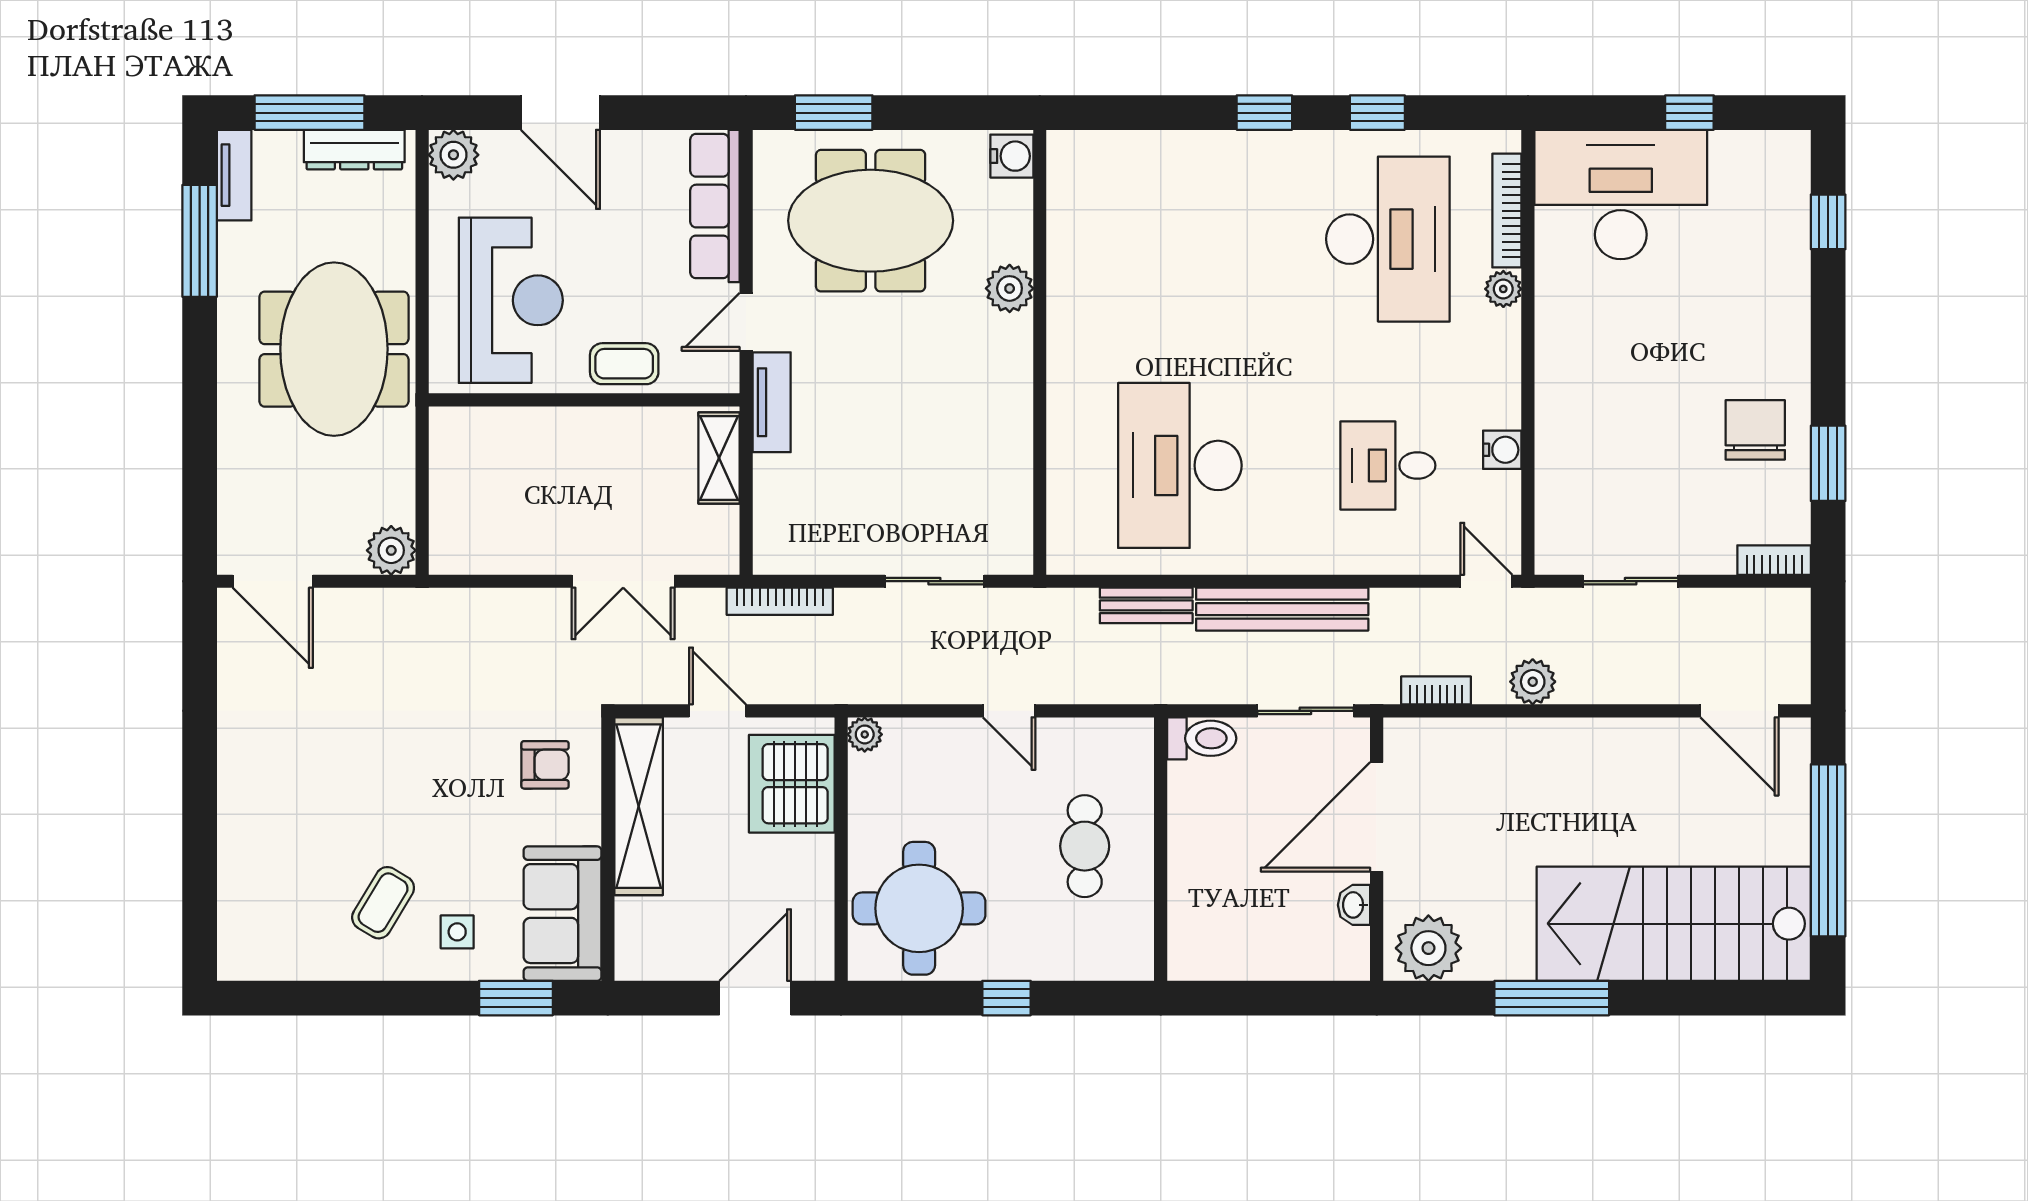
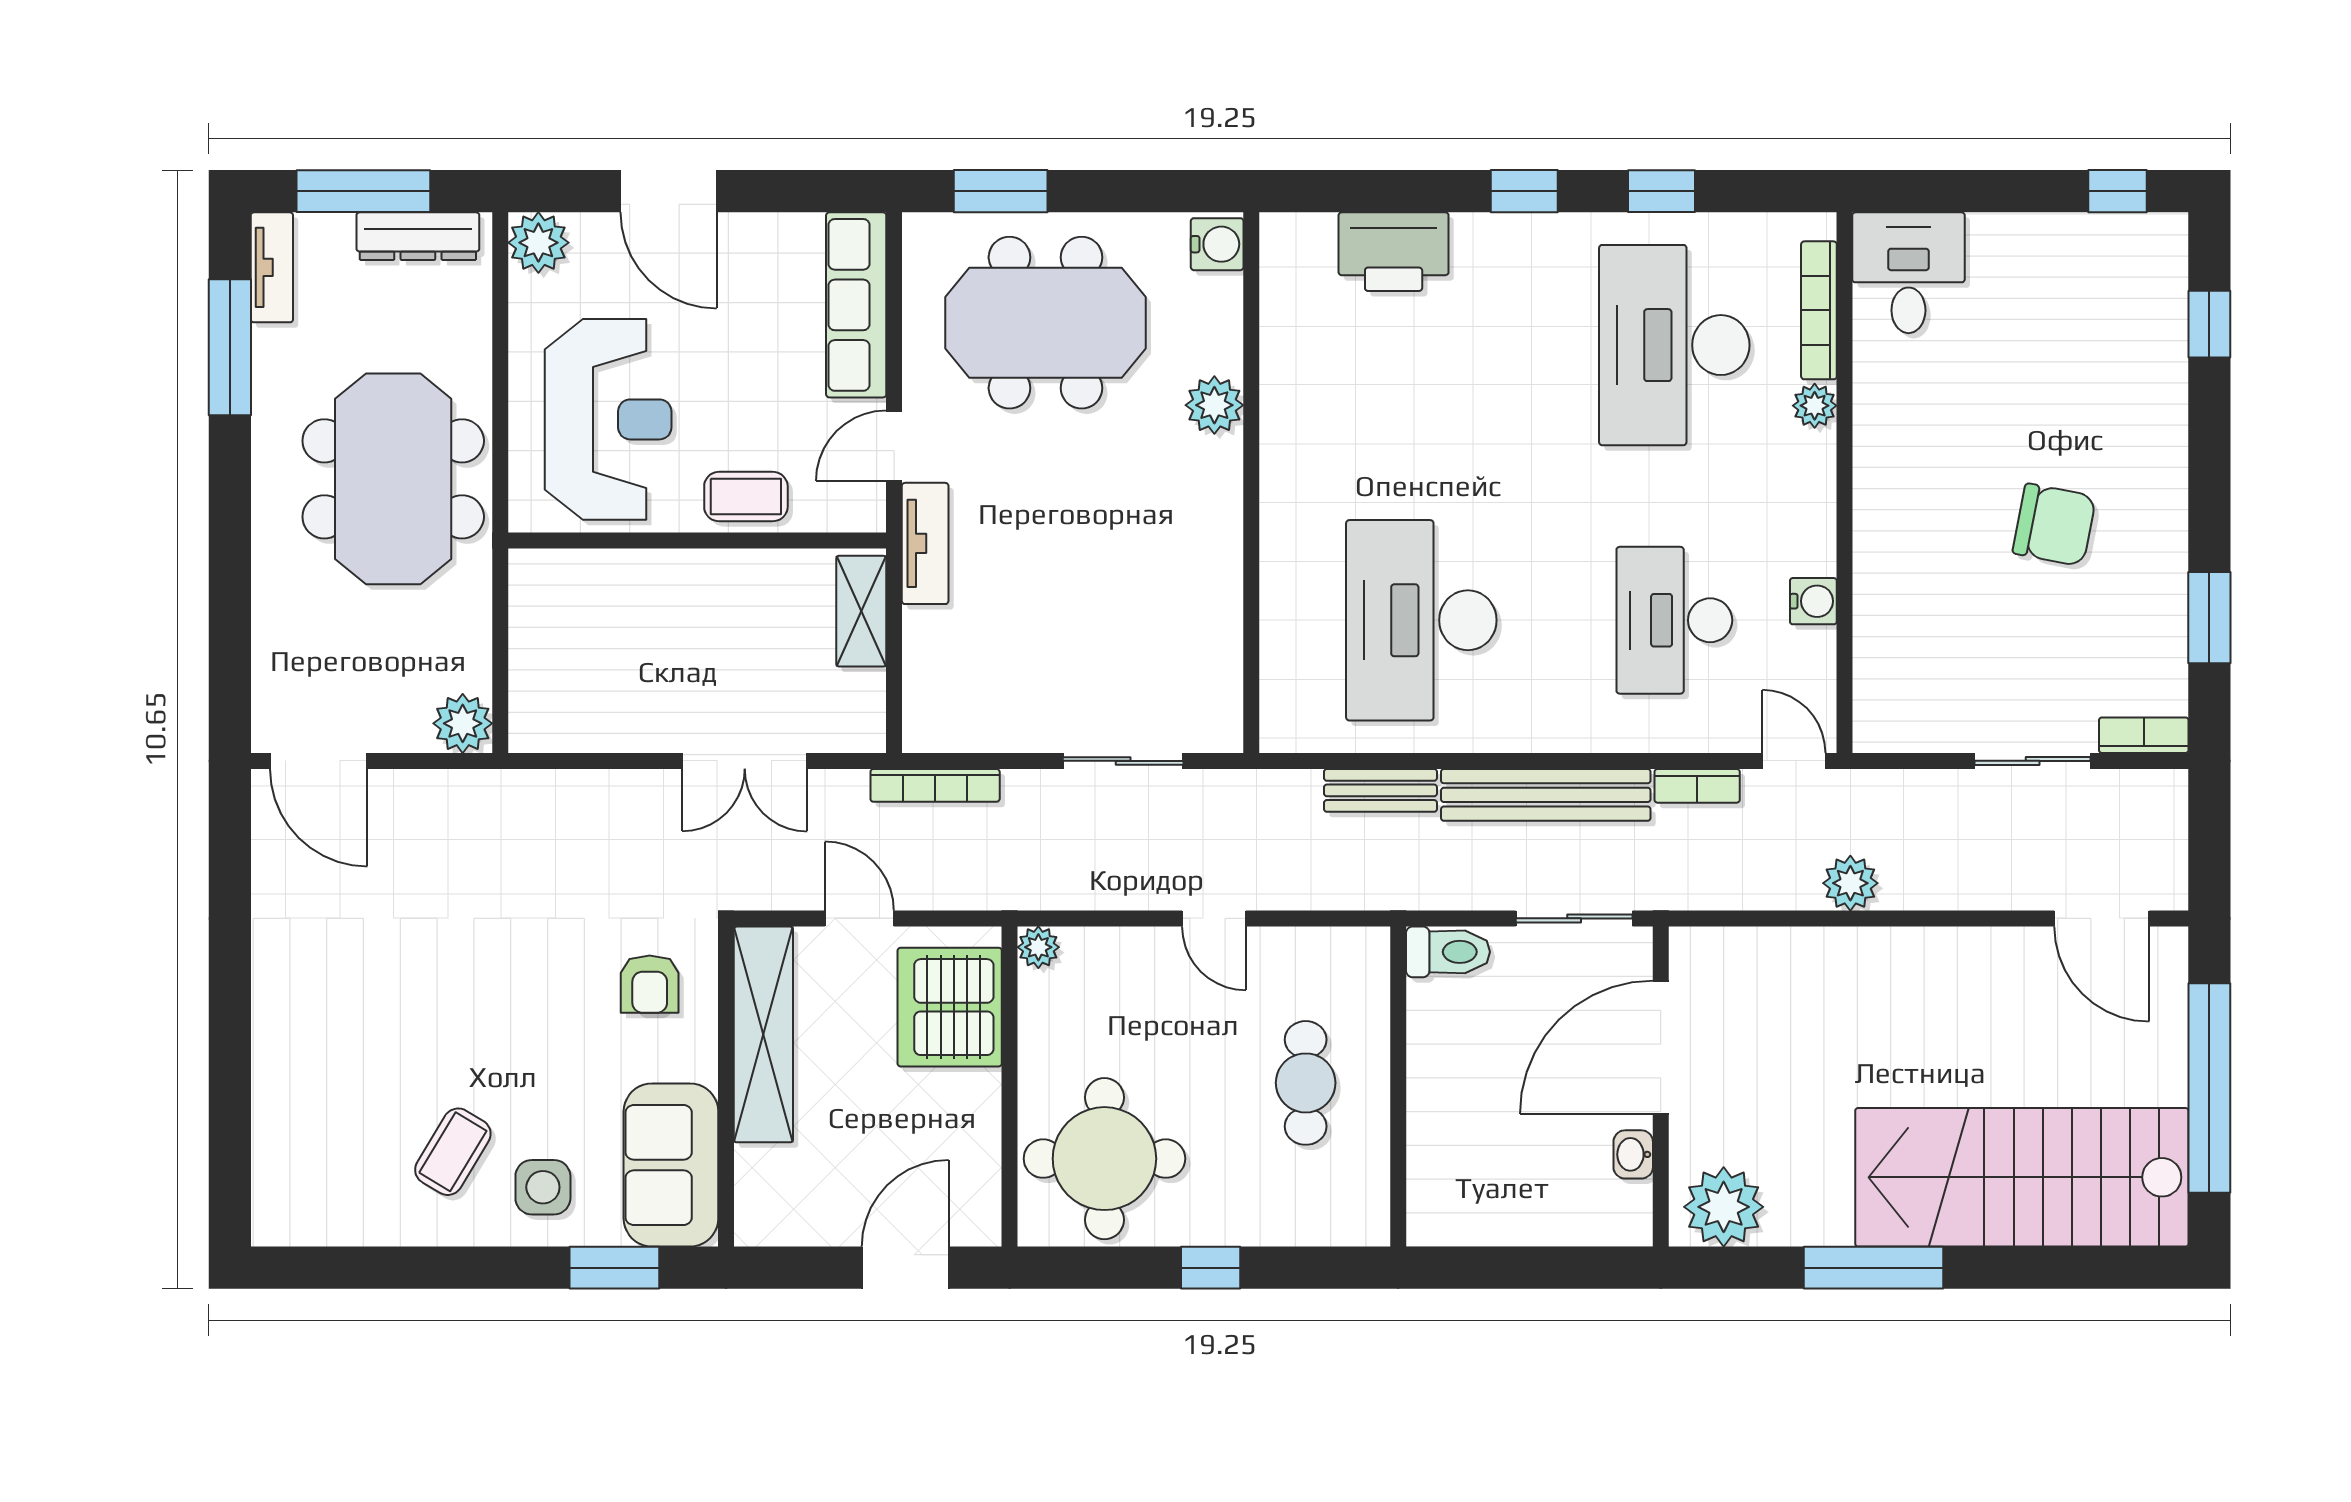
window: (1689, 113) -> (2118, 191), moved
printer: (1157, 162) -> (1394, 252), added
desk: (1621, 195) -> (1908, 273), width x0.53, depth x0.77
desk: (1388, 239) -> (1674, 345), turned 180
chair: (1755, 430) -> (2054, 525), moved, turned 101
desk: (1388, 465) -> (1674, 620), width x1.37
sliding door: (1631, 581) -> (2033, 761), moved
bookcase: (1436, 690) -> (1697, 786), moved, turned 180
armchair: (545, 765) -> (650, 984), turned 90
side table: (457, 932) -> (543, 1187), width x1.37, depth x1.37

